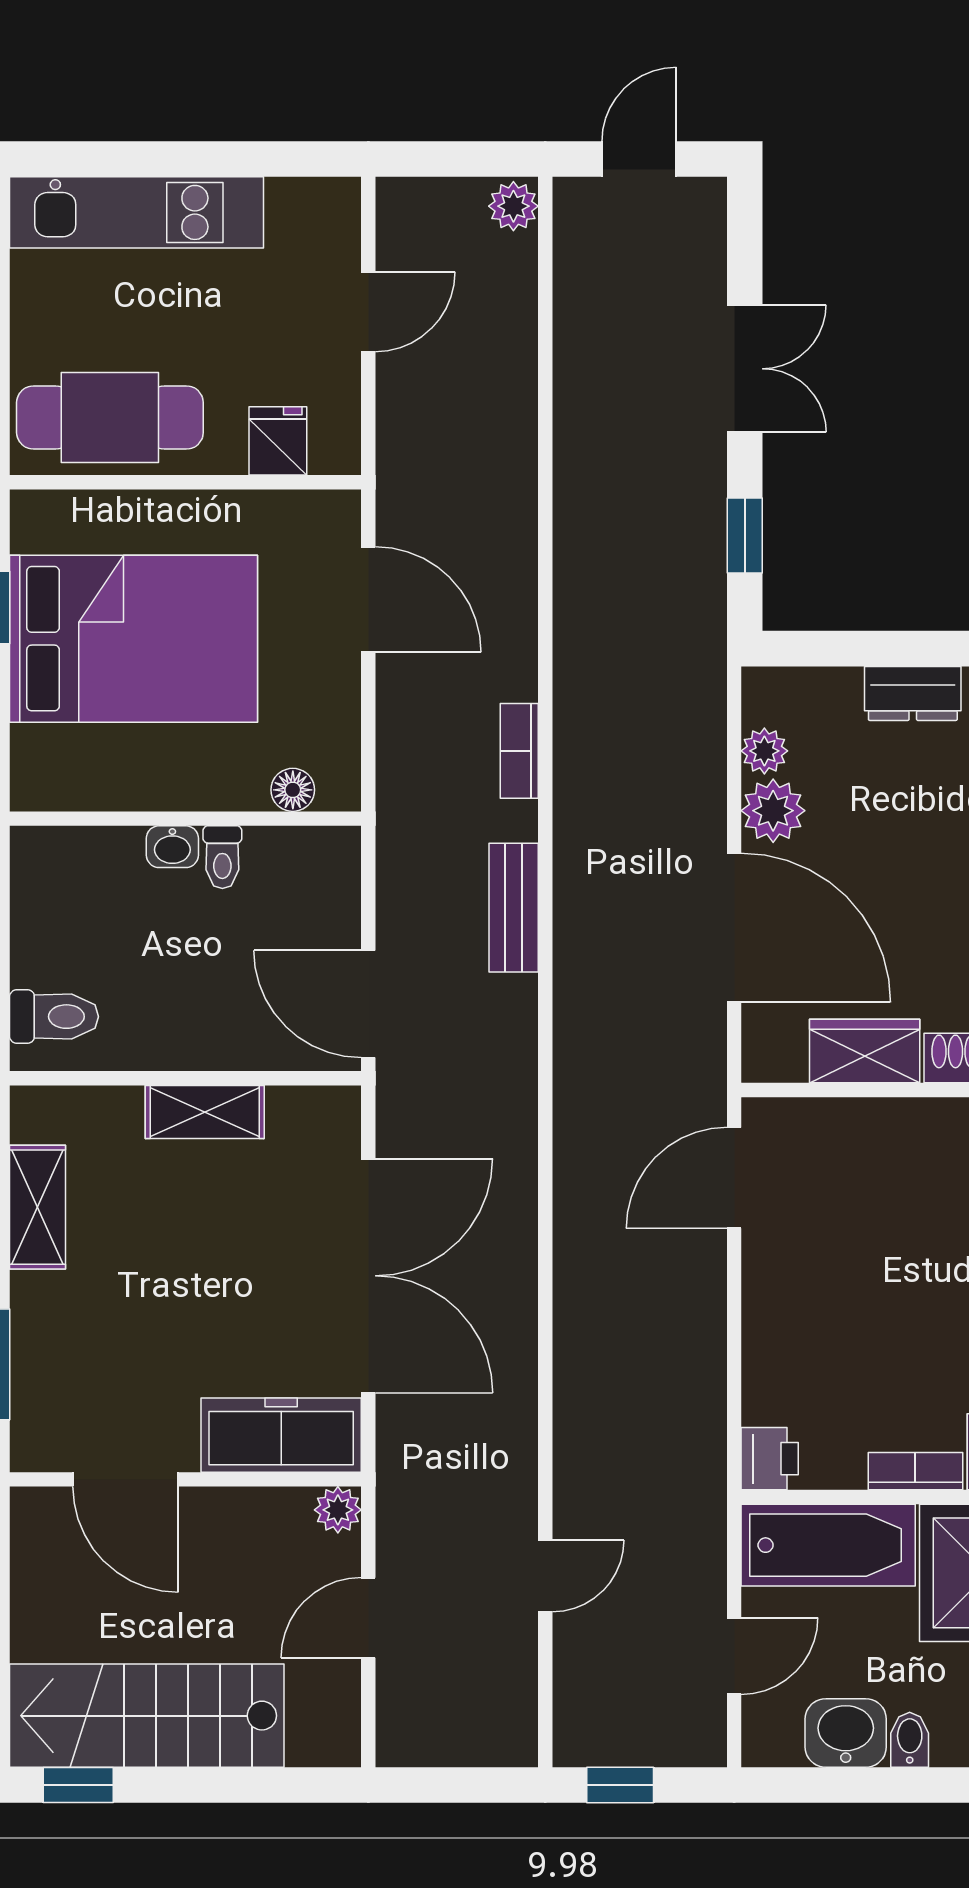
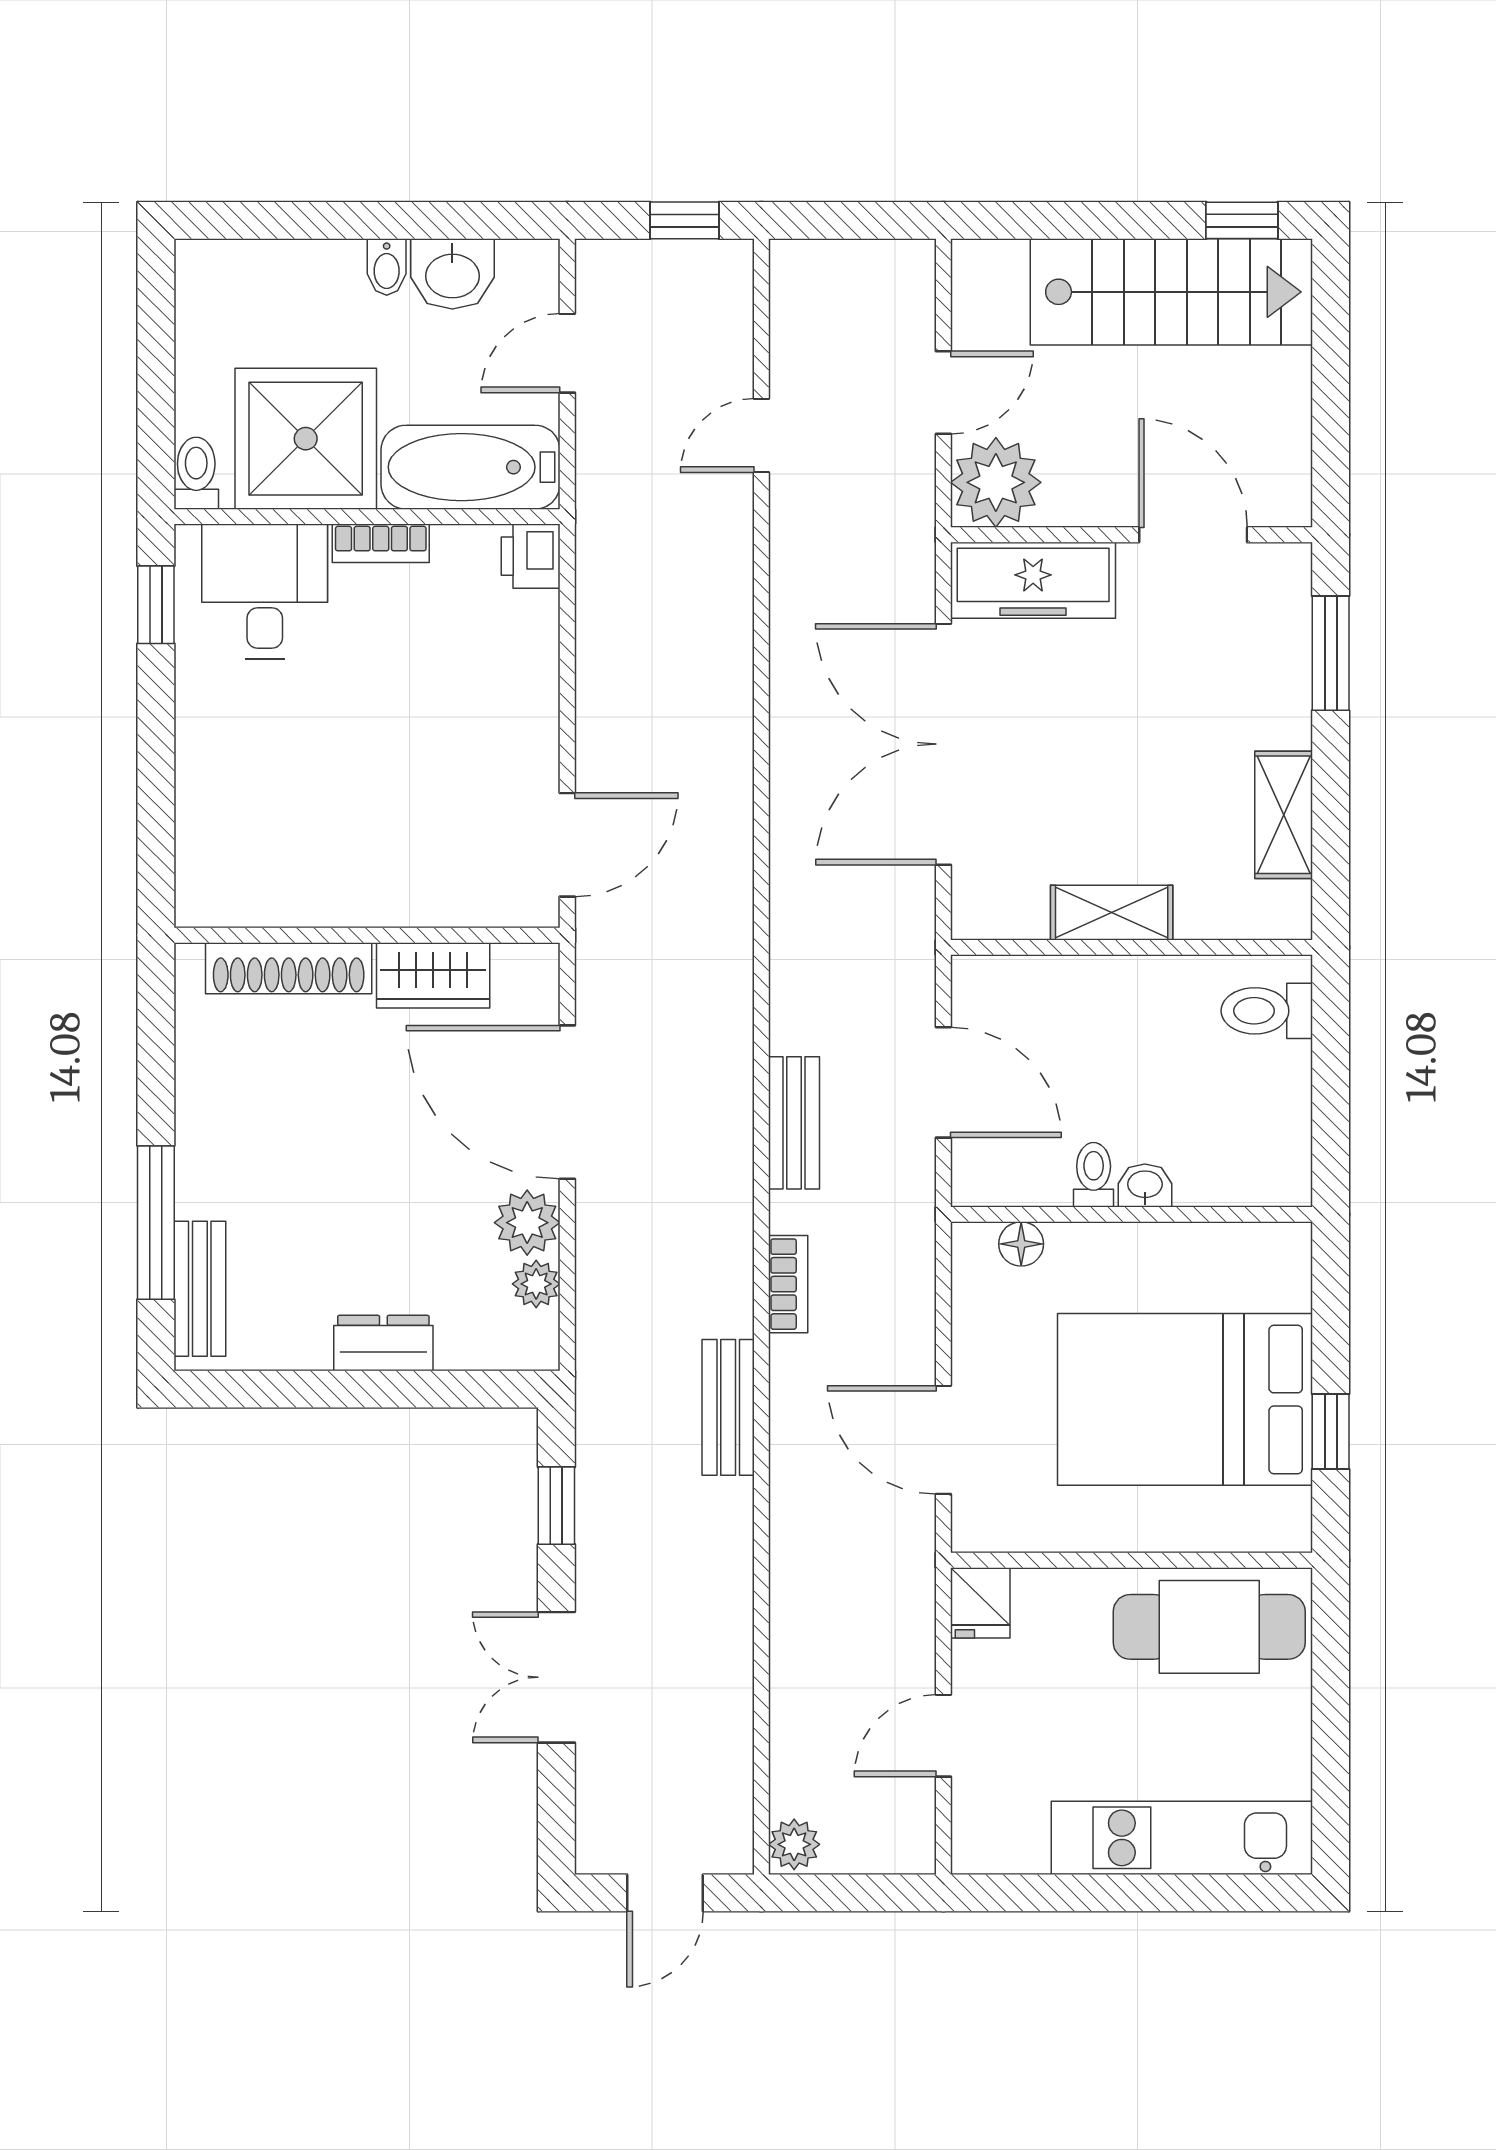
fridge: (278, 441) -> (980, 1603), moved
bench: (578, 631) -> (728, 1407), added
door: (368, 1004) -> (943, 1082), moved
plant: (338, 1510) -> (996, 482), width x1.87, depth x1.87

